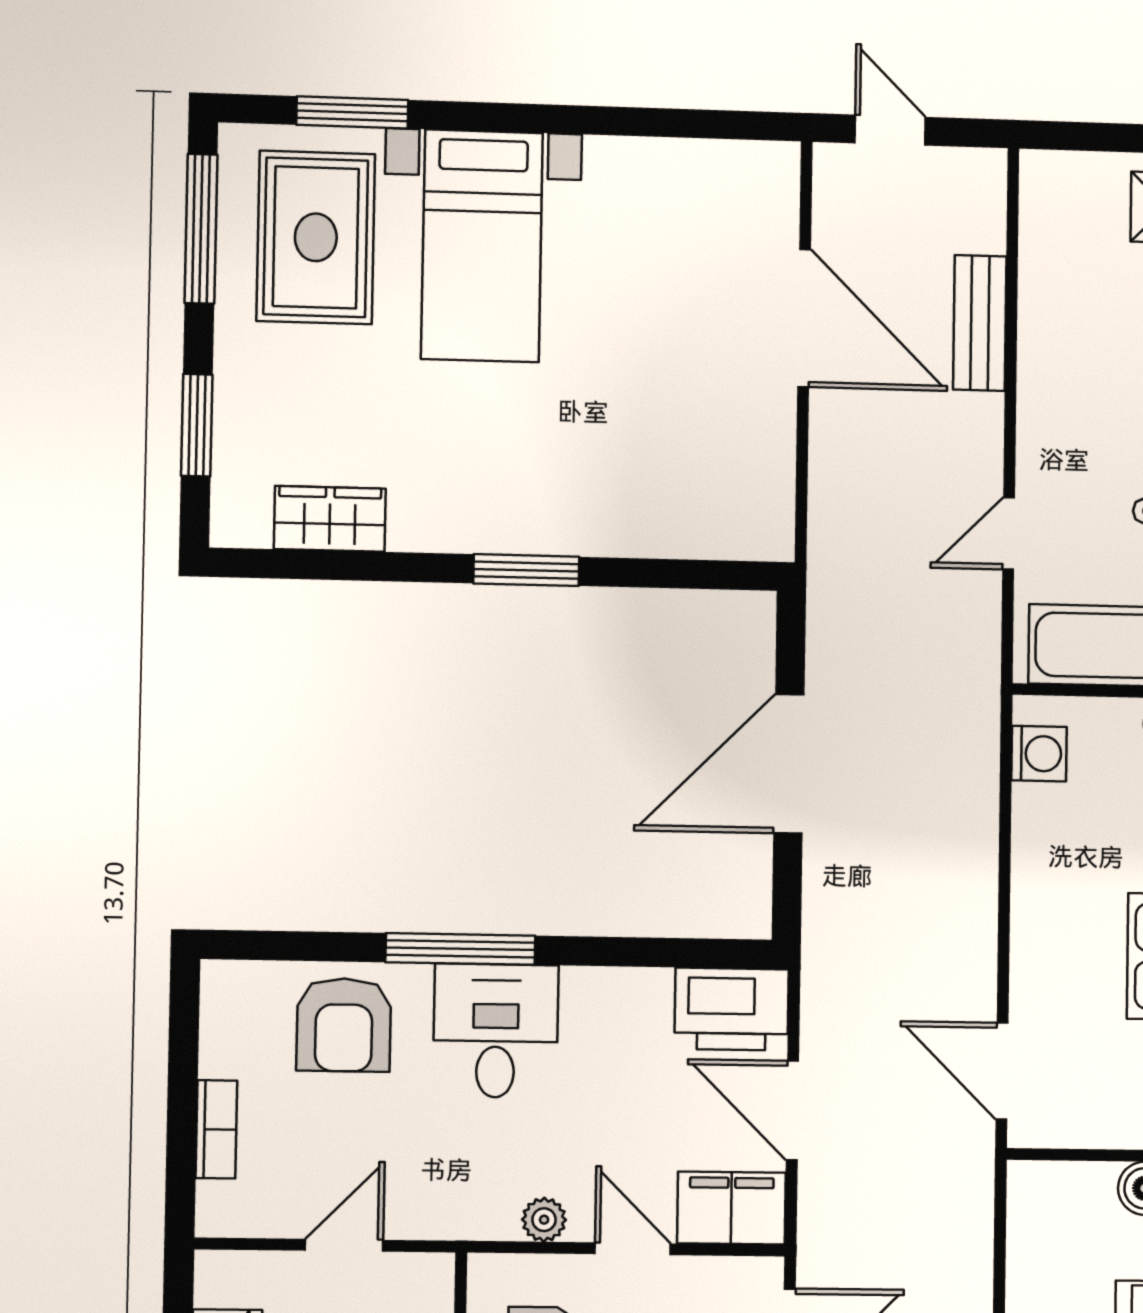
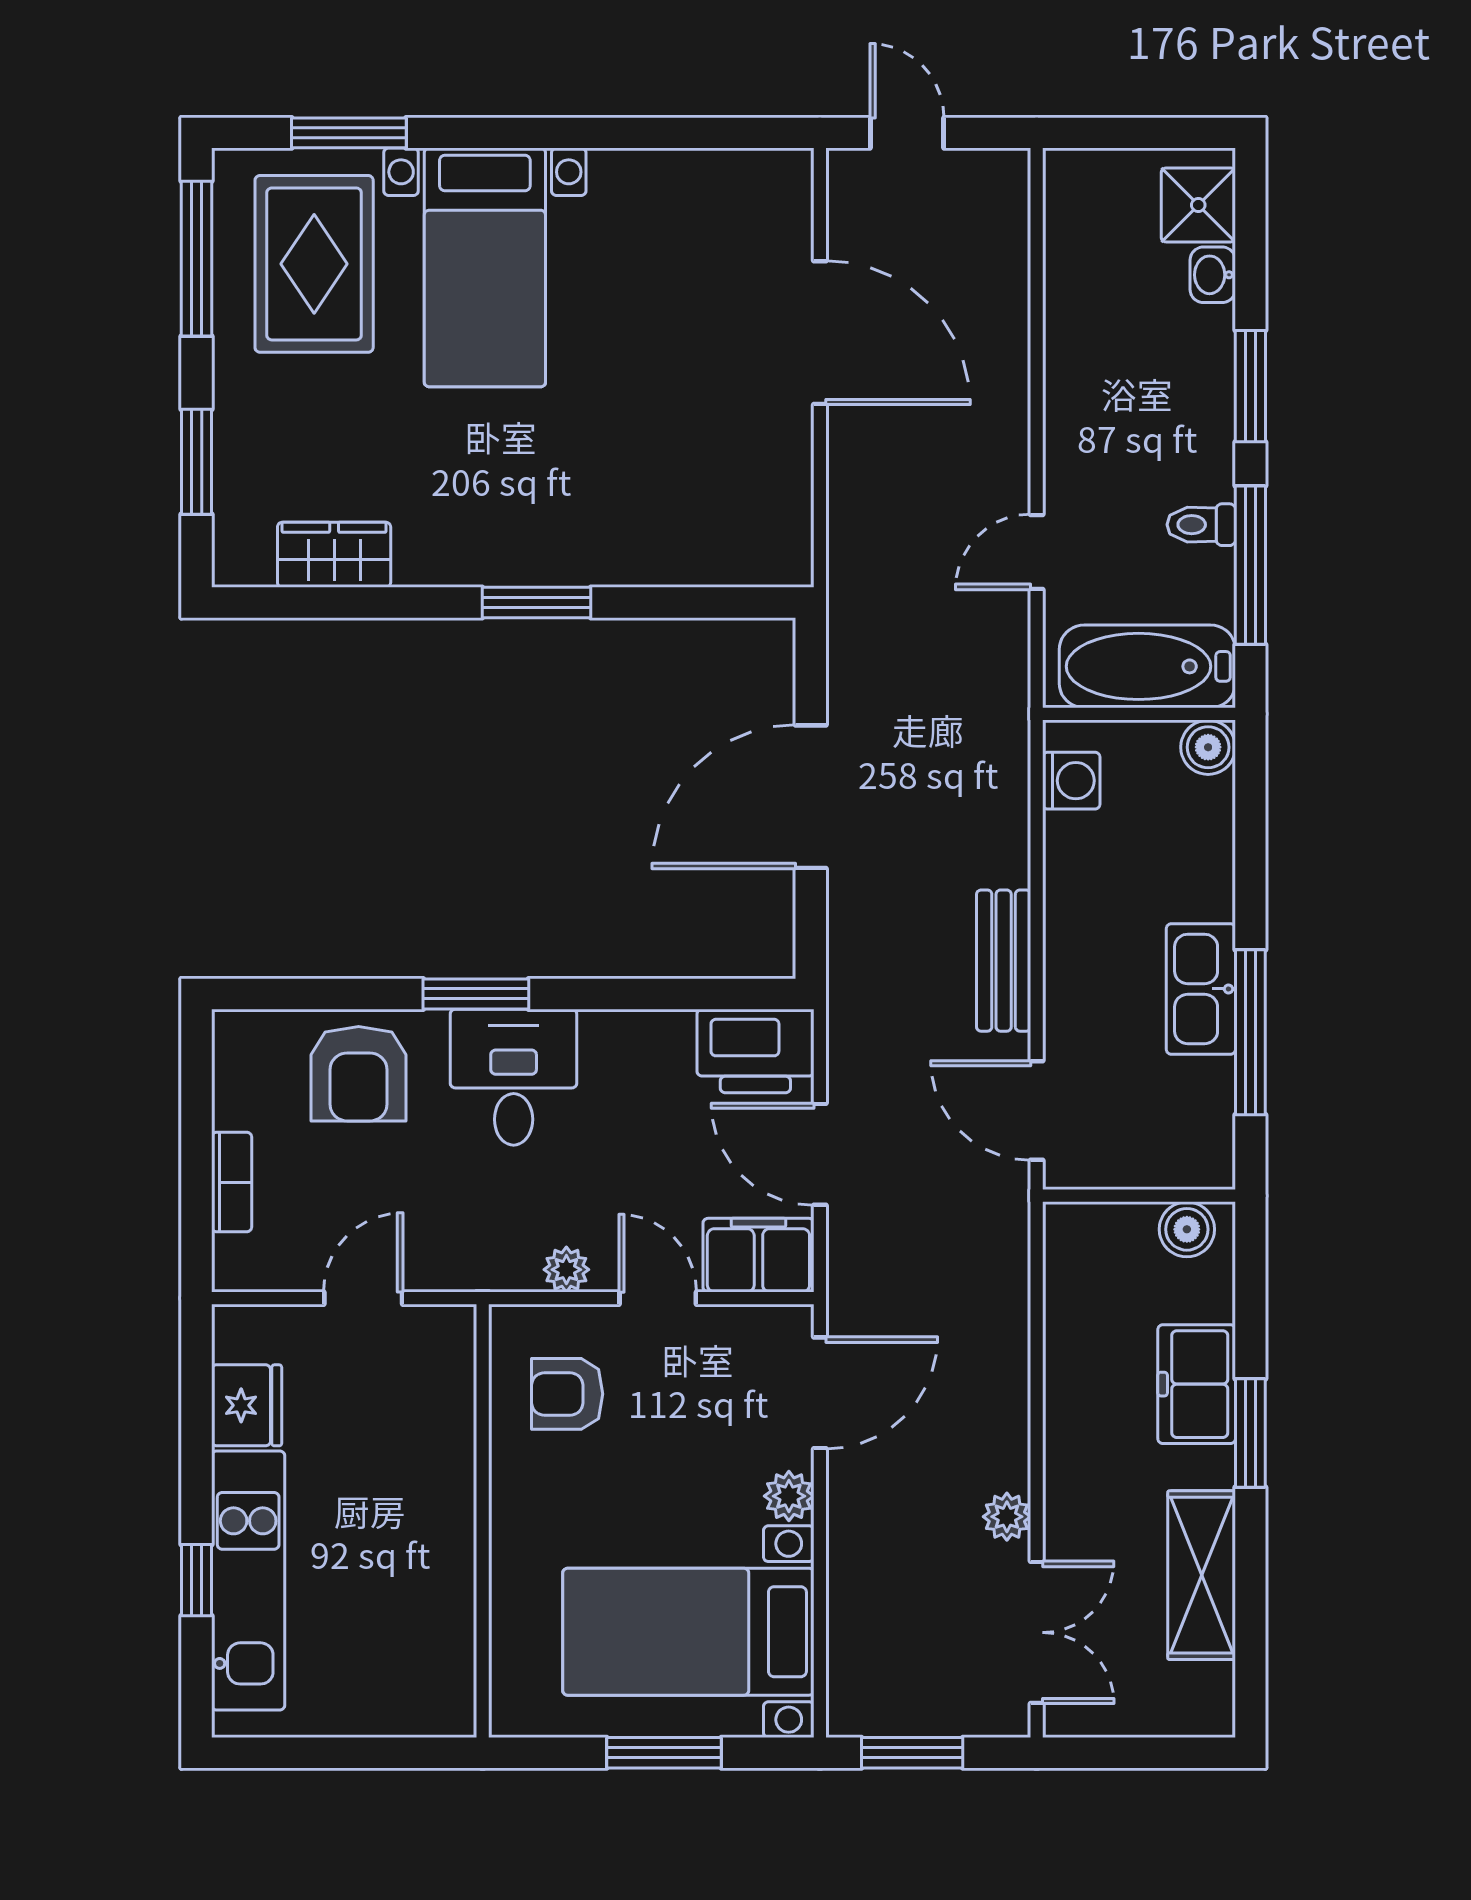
bench: (980, 323) -> (1004, 961), moved
window: (460, 949) -> (476, 994), width x0.69

